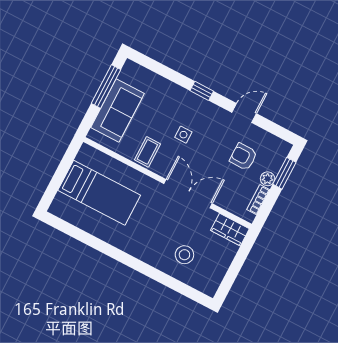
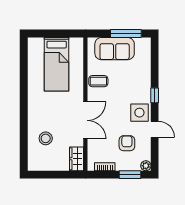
side table: (183, 135) -> (139, 113), moved, width x1.87, depth x1.87
plant: (268, 179) -> (146, 166), moved

